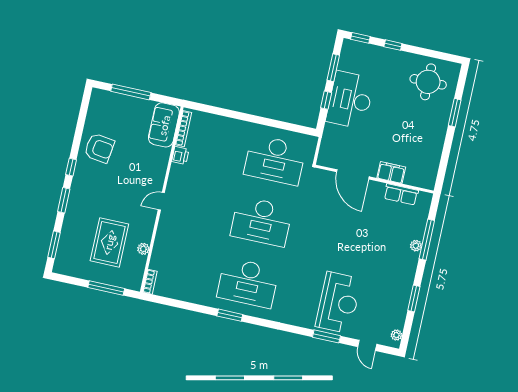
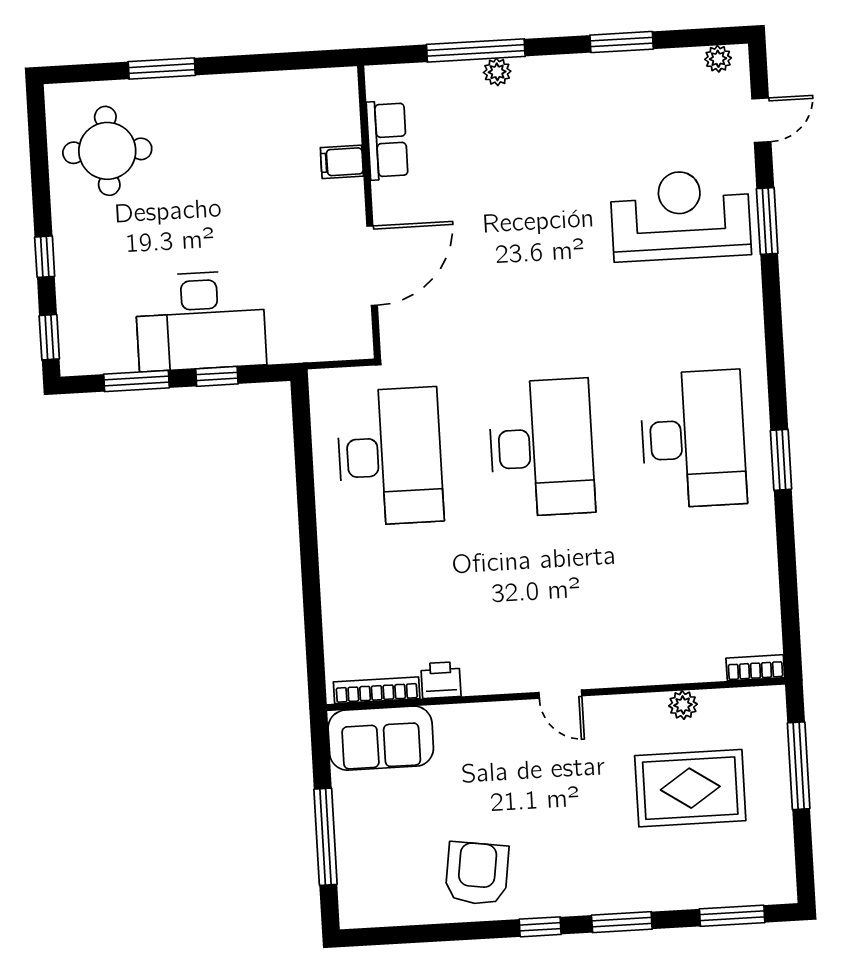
filing cabinet: (391, 173) -> (342, 162), width x0.50

